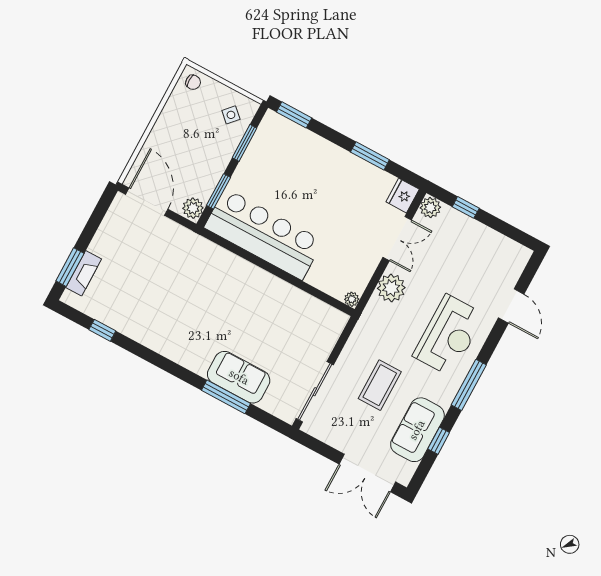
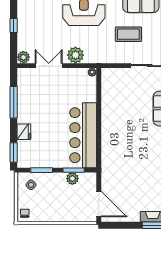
window: (370, 156) -> (14, 102), width x1.44
fridge: (403, 196) -> (24, 132), moved, turned -90
door: (147, 202) -> (99, 204), swing flipped
window: (466, 207) -> (14, 26), moved
plant: (193, 208) -> (72, 179), moved

